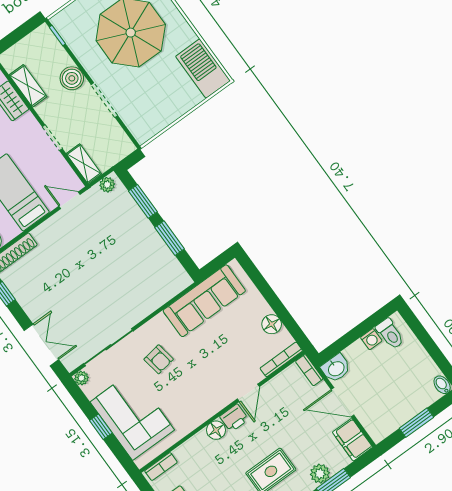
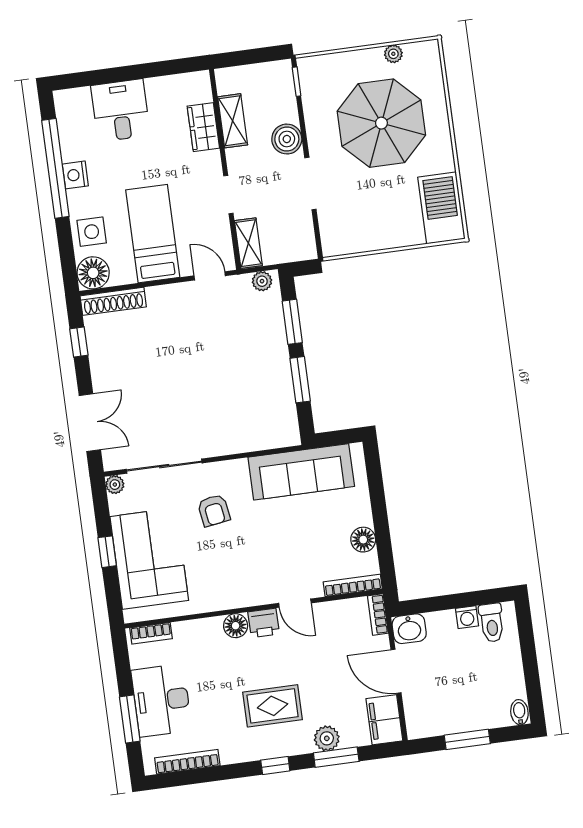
door: (248, 393) -> (295, 603), hinge flipped

